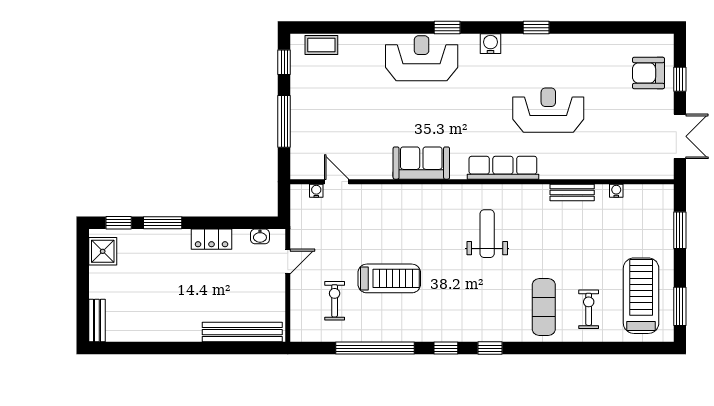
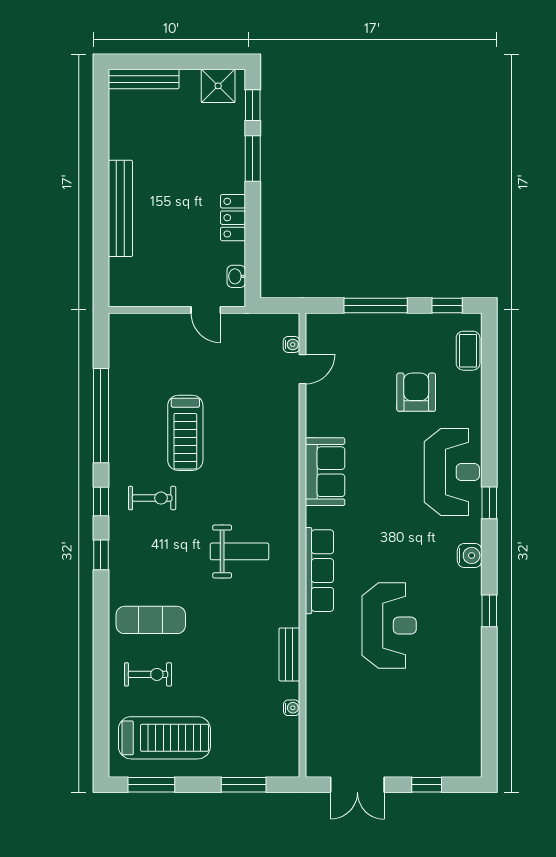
armchair: (649, 73) -> (416, 392), moved
exercise bike: (335, 301) -> (152, 498), moved
bench: (97, 321) -> (144, 79), width x1.36
bench: (242, 332) -> (120, 208), moved

